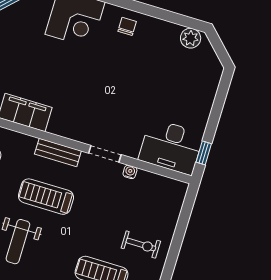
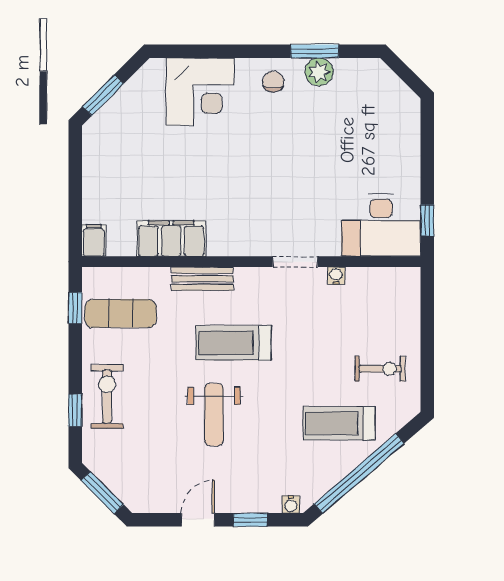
window: (162, 14) -> (315, 51), added
plant: (191, 38) -> (319, 72), moved
bench: (58, 152) -> (202, 279), moved

